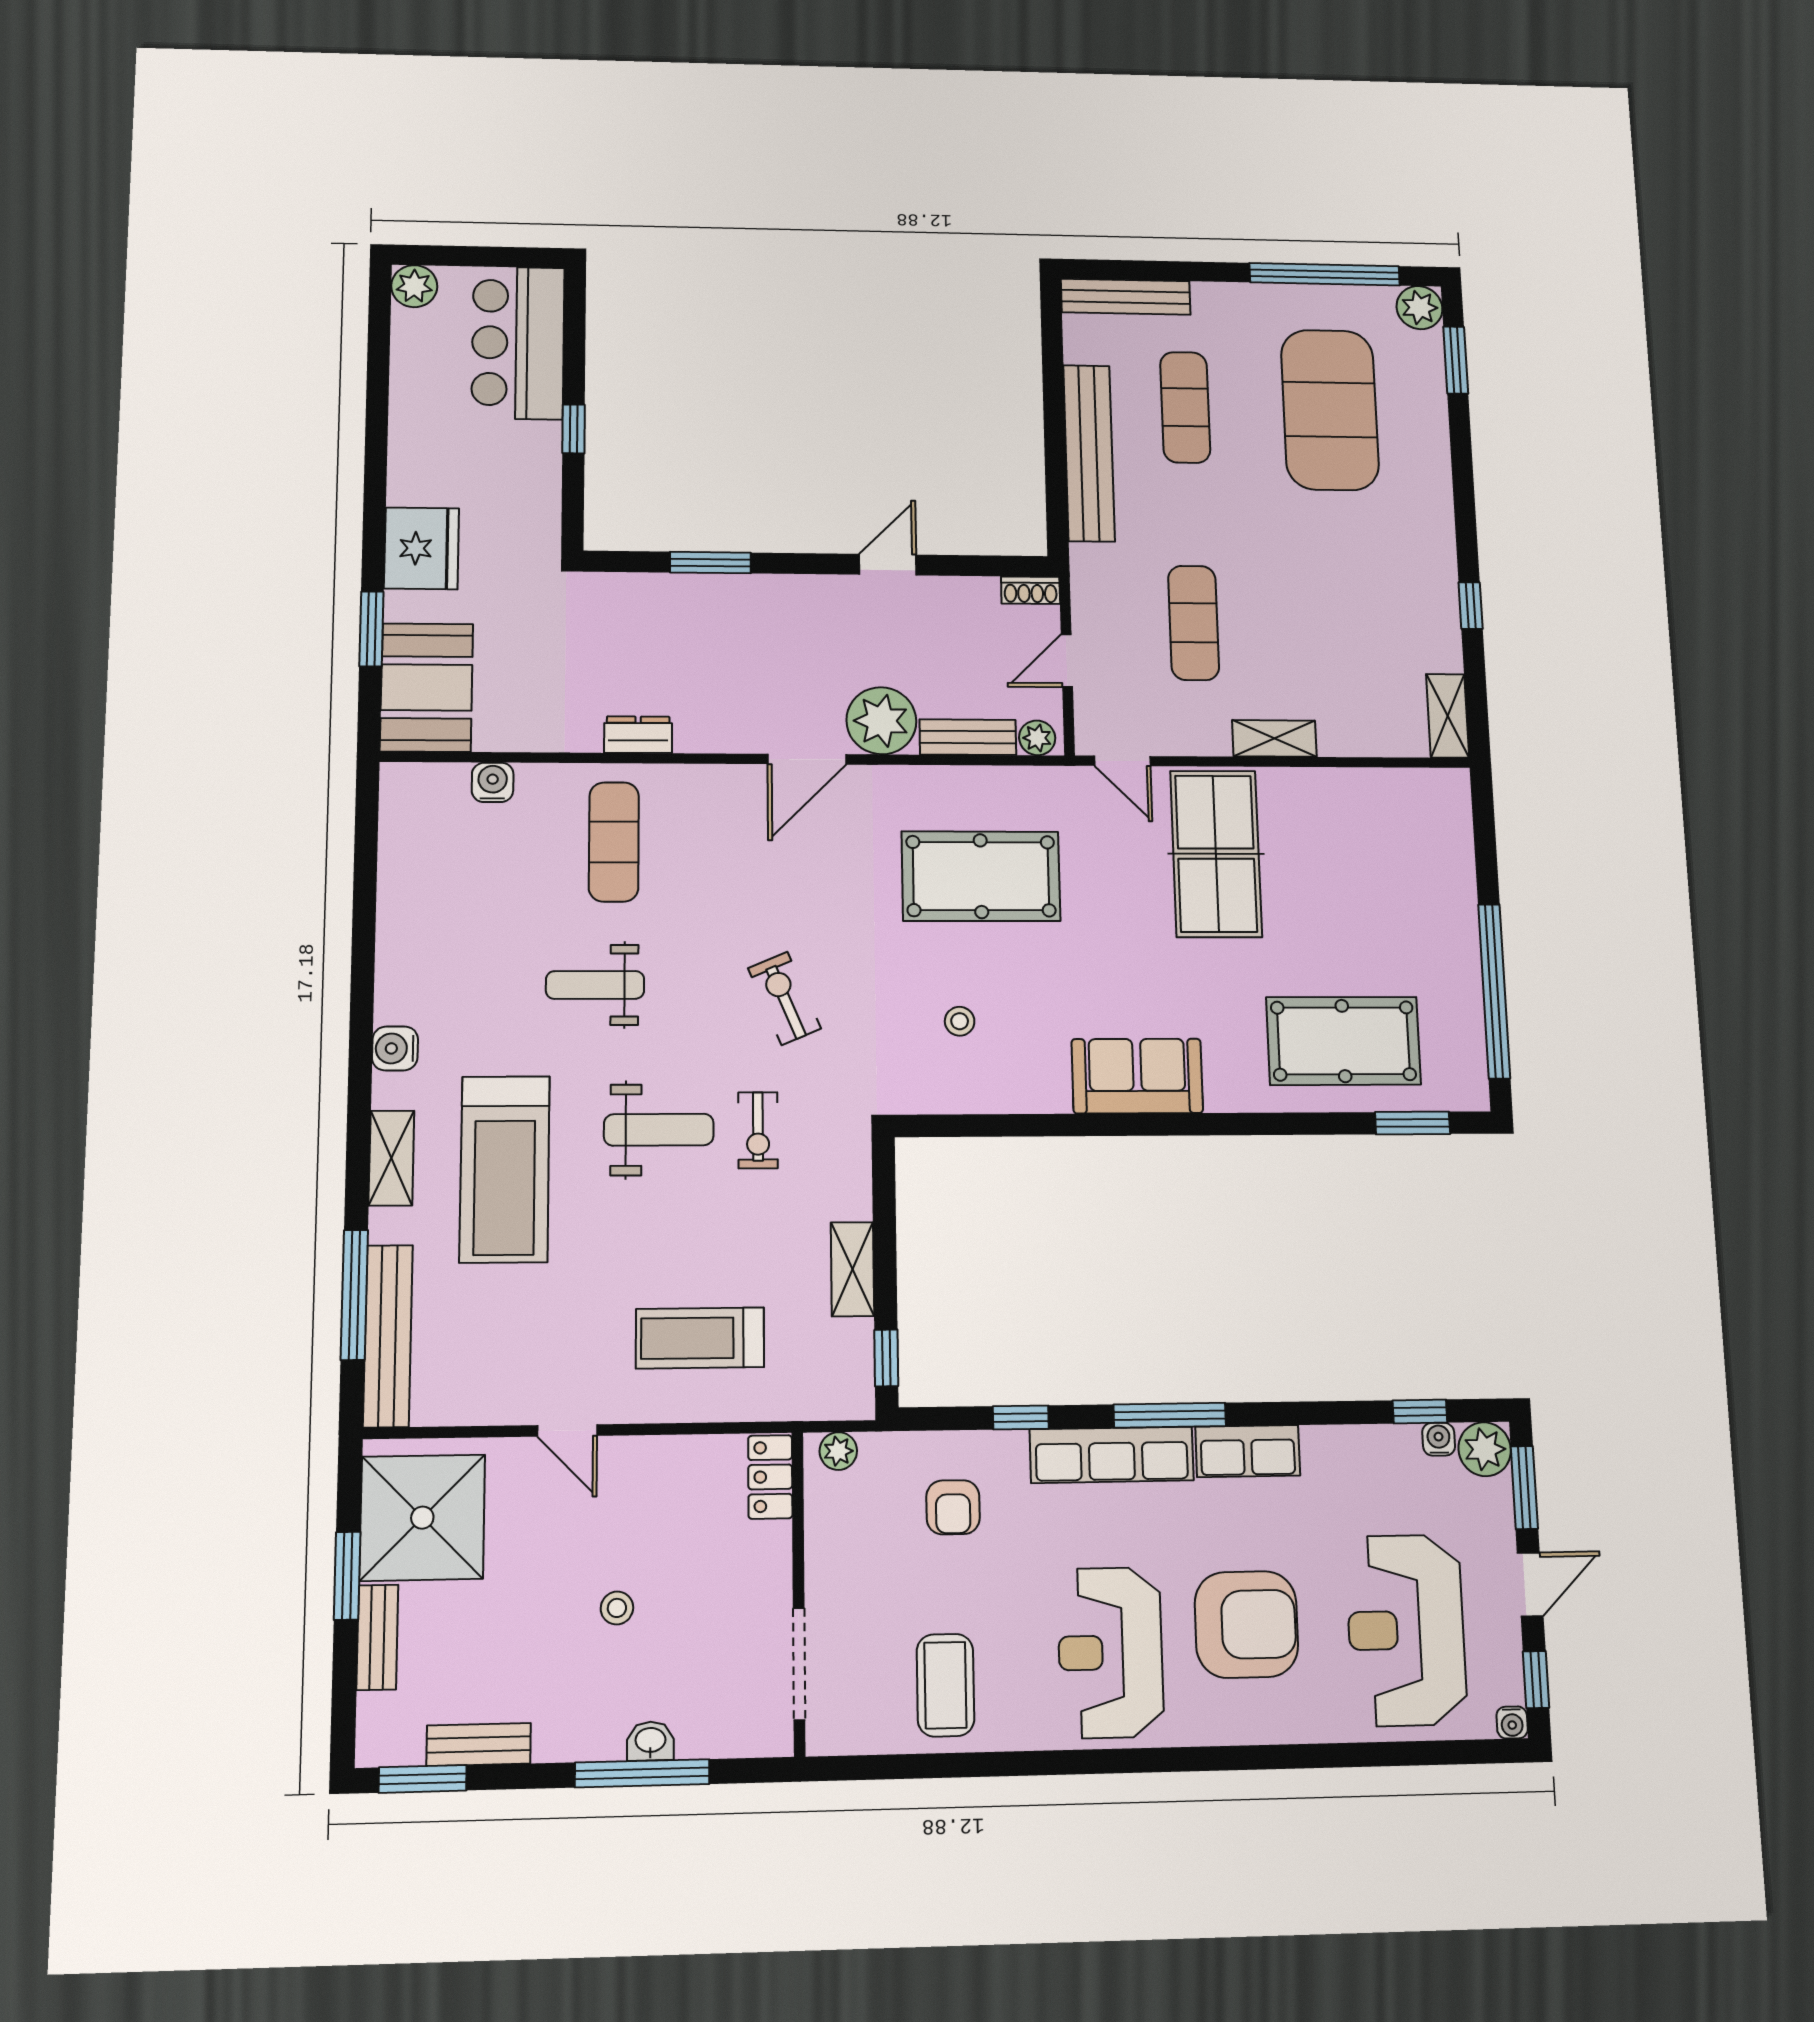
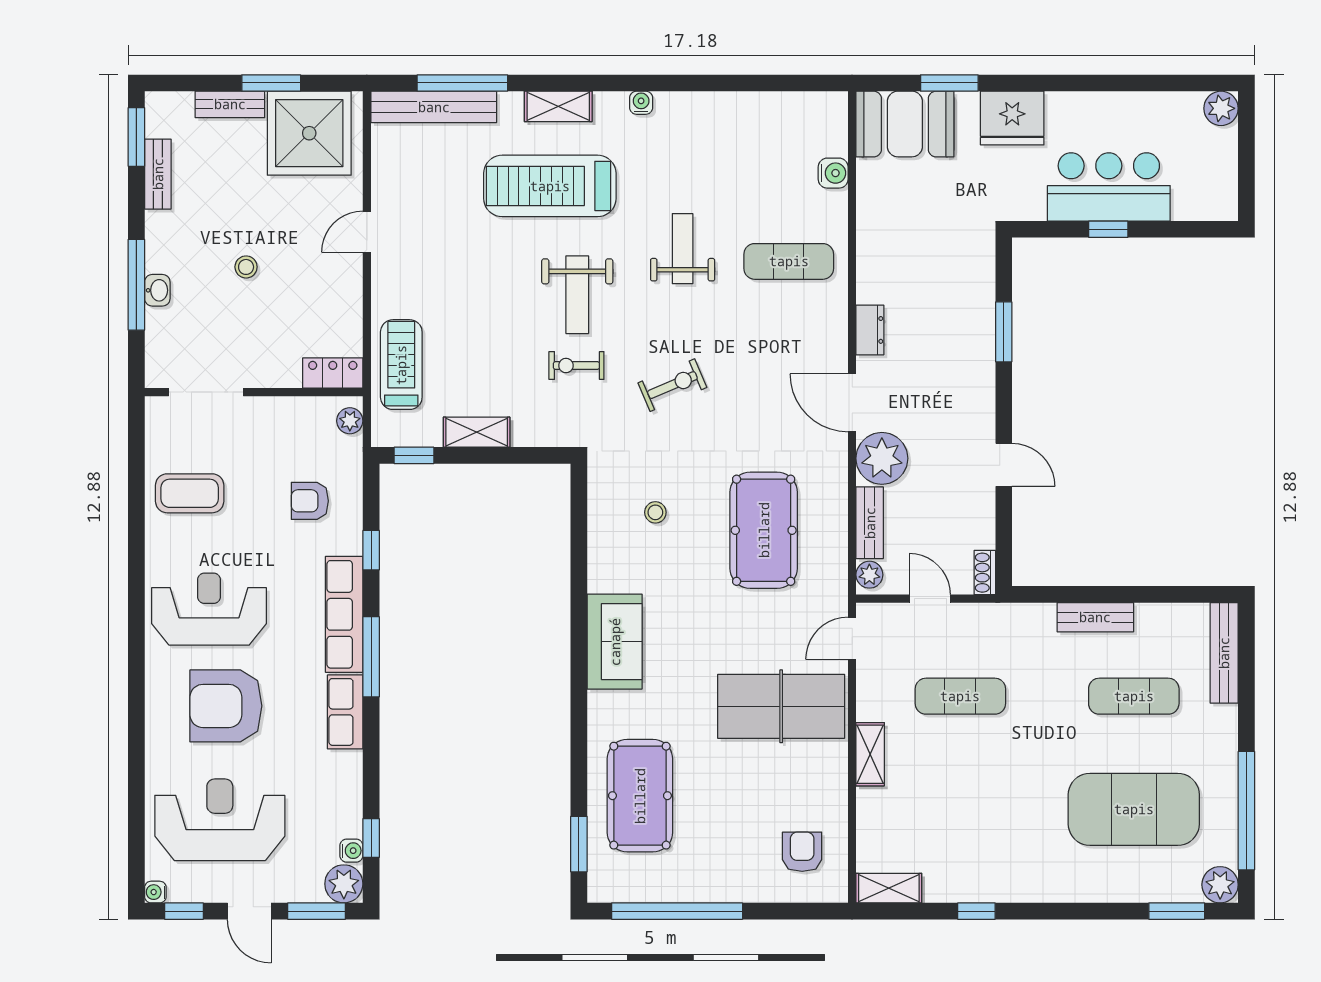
bar counter: (518, 343) -> (1109, 187), moved
bench: (1089, 453) -> (1095, 617), width x0.54, depth x0.82
dresser: (638, 735) -> (870, 330), moved
armchair: (1407, 827) -> (802, 852), added
water cooler: (395, 1048) -> (641, 103), width x0.72, depth x0.72
treadmill: (700, 1338) -> (401, 365), moved
armchair: (1246, 1624) -> (226, 706), turned 90

